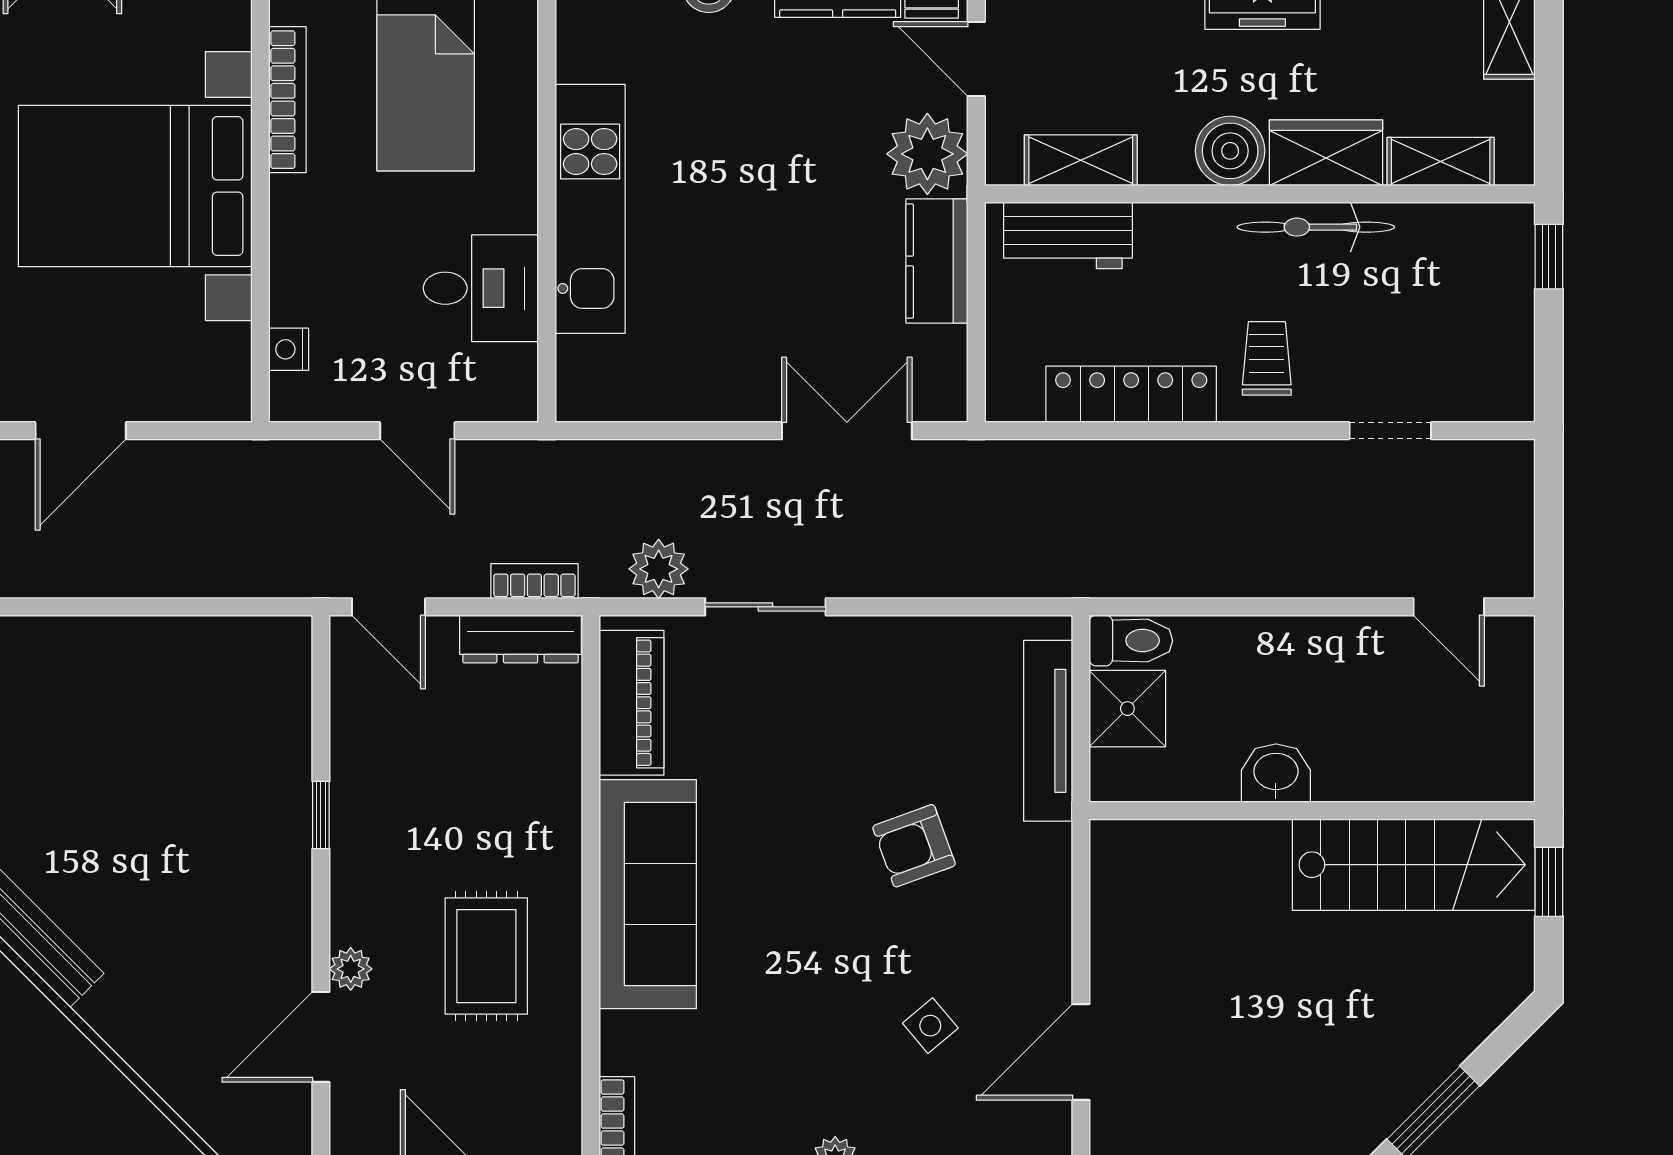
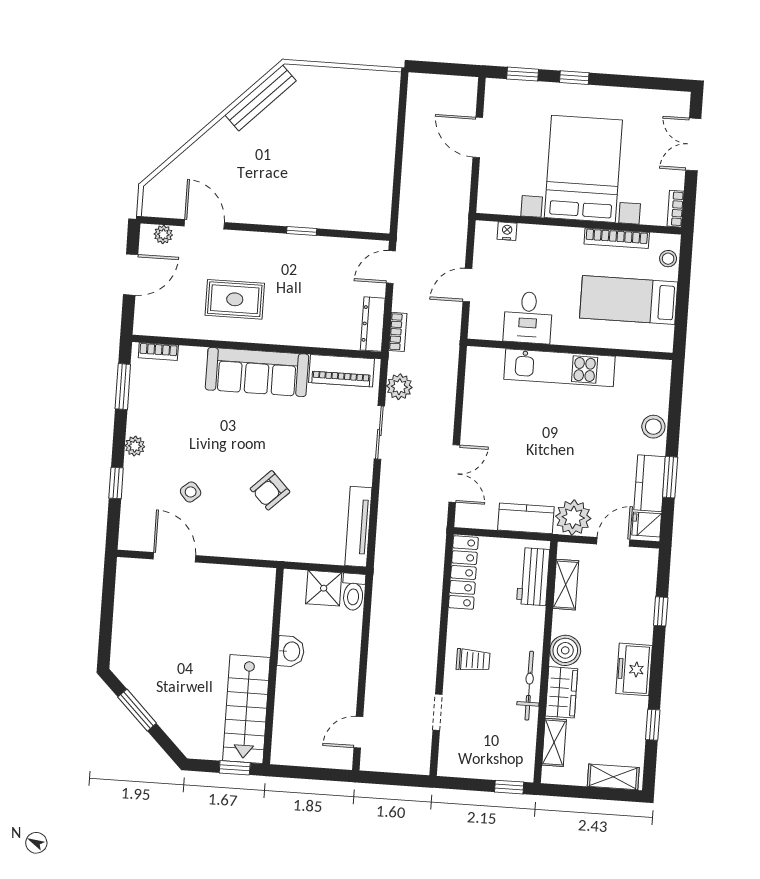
locker: (1131, 394) -> (463, 573), moved
tv unit: (1048, 731) -> (358, 527), moved, turned -90
armchair: (914, 846) -> (270, 490), turned -114
plant: (351, 969) -> (163, 234), moved

